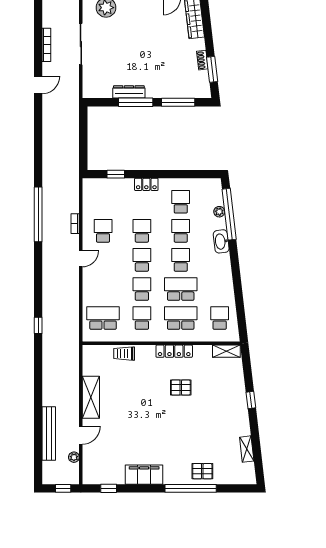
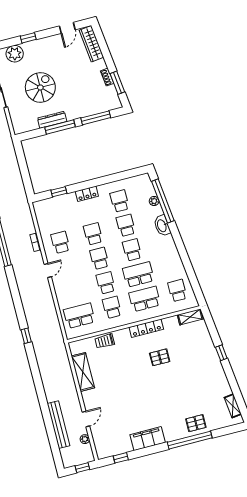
spiral stairs: (125, 53) -> (40, 87), added
shelving: (91, 397) -> (83, 372), moved
shelving: (247, 449) -> (233, 406), moved

